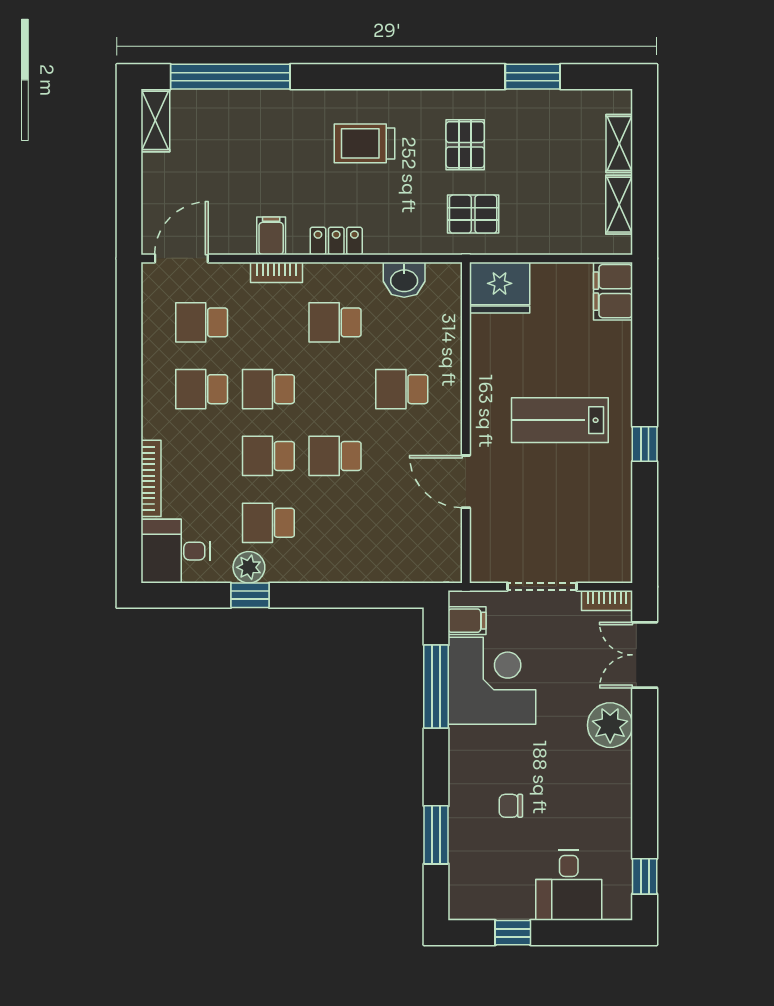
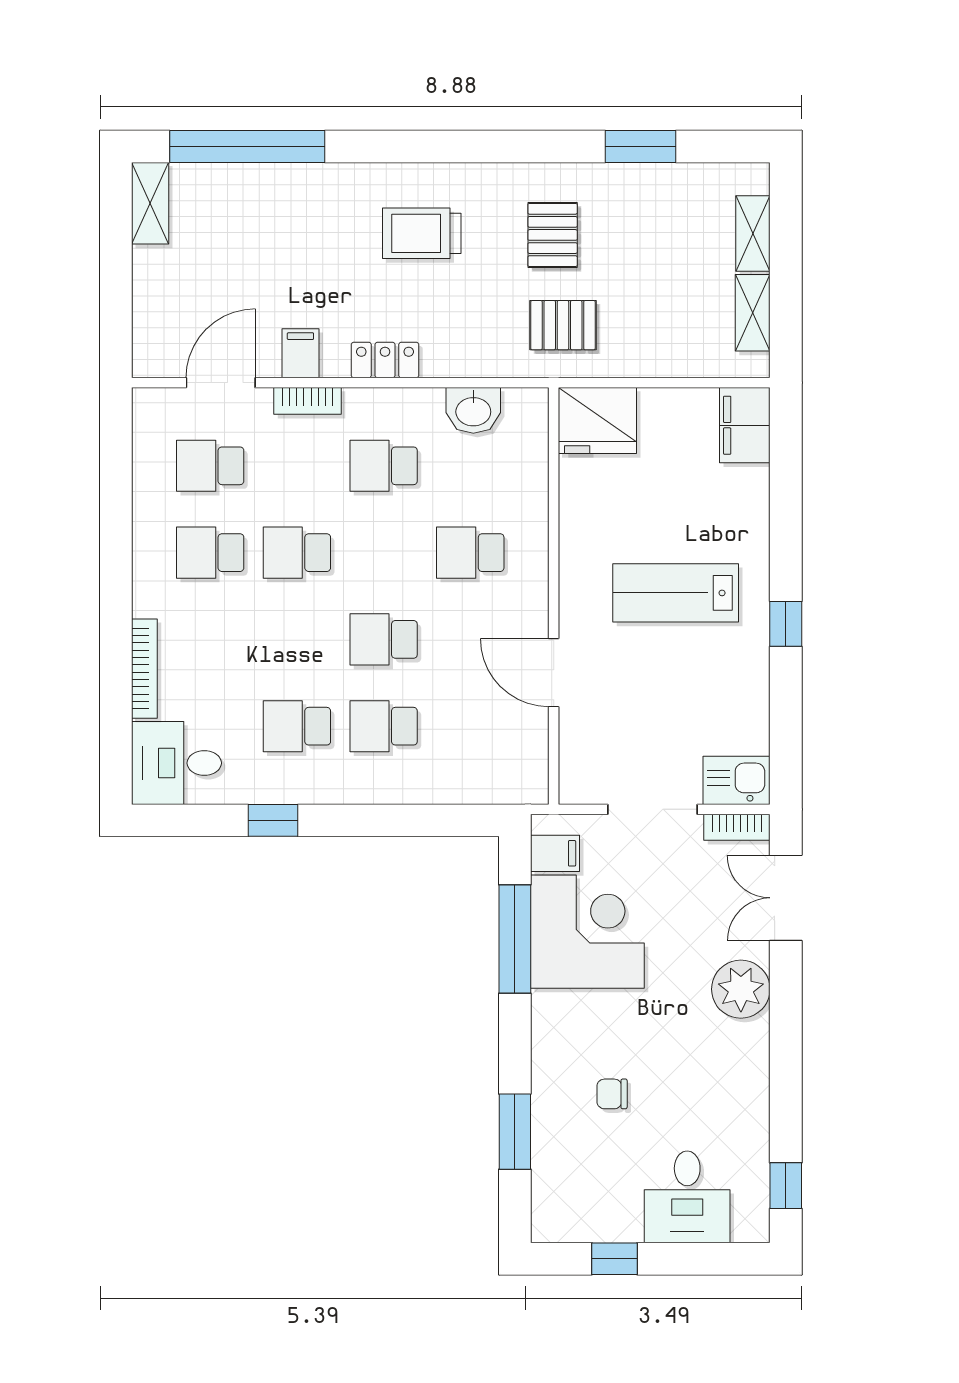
door: (181, 258) -> (221, 383), moved
school desk: (268, 456) -> (384, 726), moved
kitchen sink: (607, 564) -> (737, 780), added
plant: (249, 567) -> (272, 784), removed

